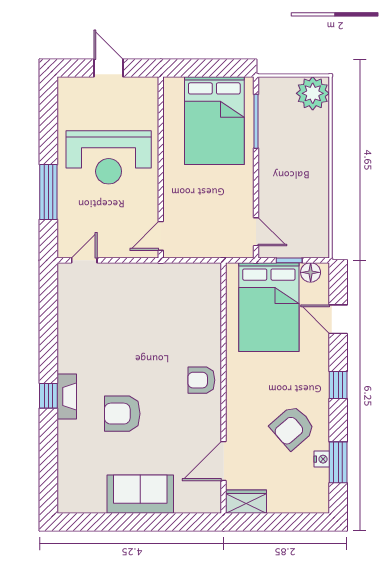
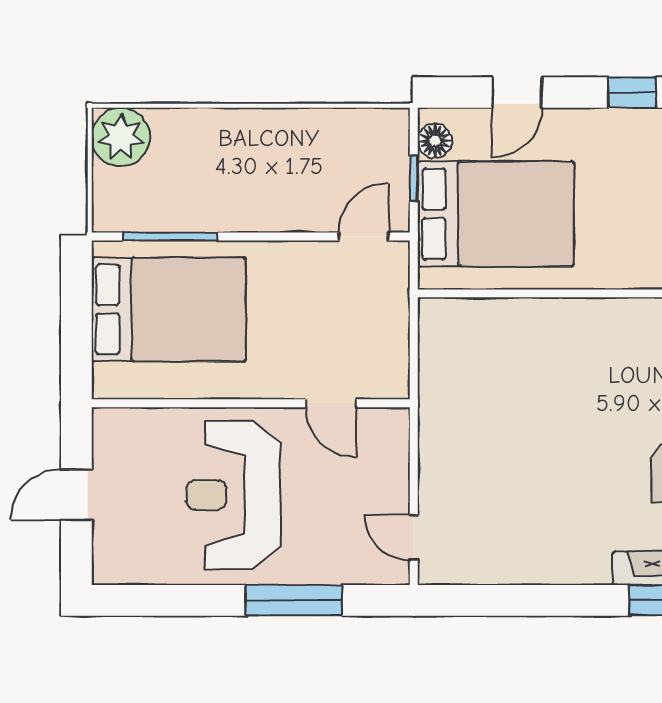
reception desk: (109, 157) -> (233, 495), turned 180
door: (161, 236) -> (331, 403), moved
armchair: (201, 380) -> (624, 332), removed

